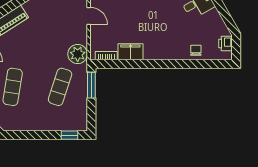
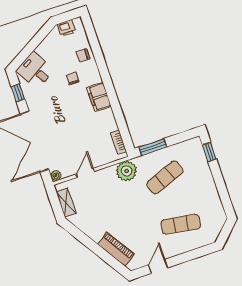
chair: (178, 34) -> (73, 79), added
filing cabinet: (130, 52) -> (99, 97), moved
exercise mat: (60, 87) -> (165, 177), turned -39

